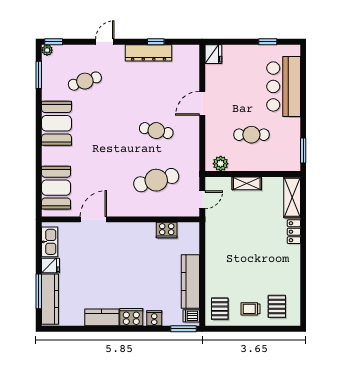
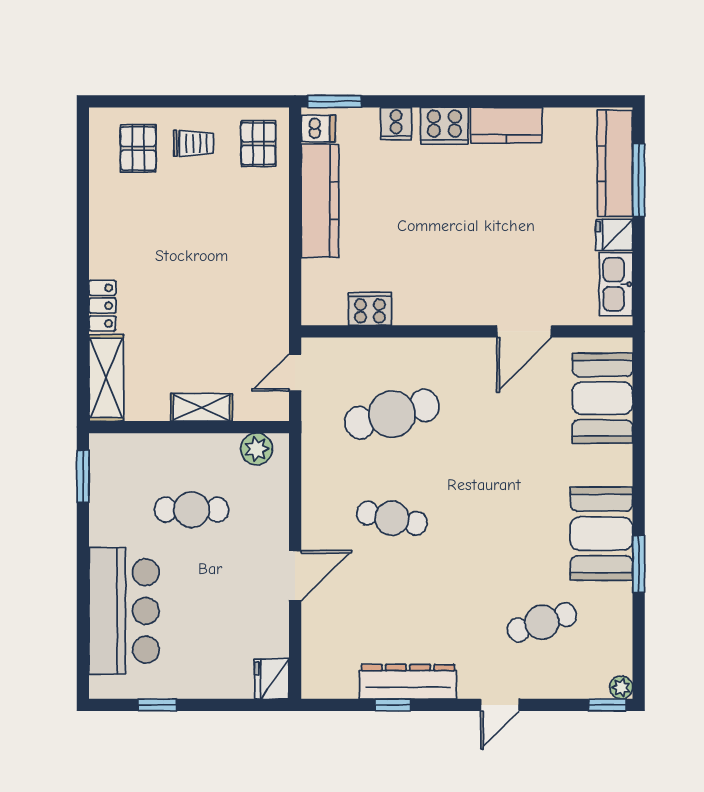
window: (39, 75) -> (639, 564), moved

